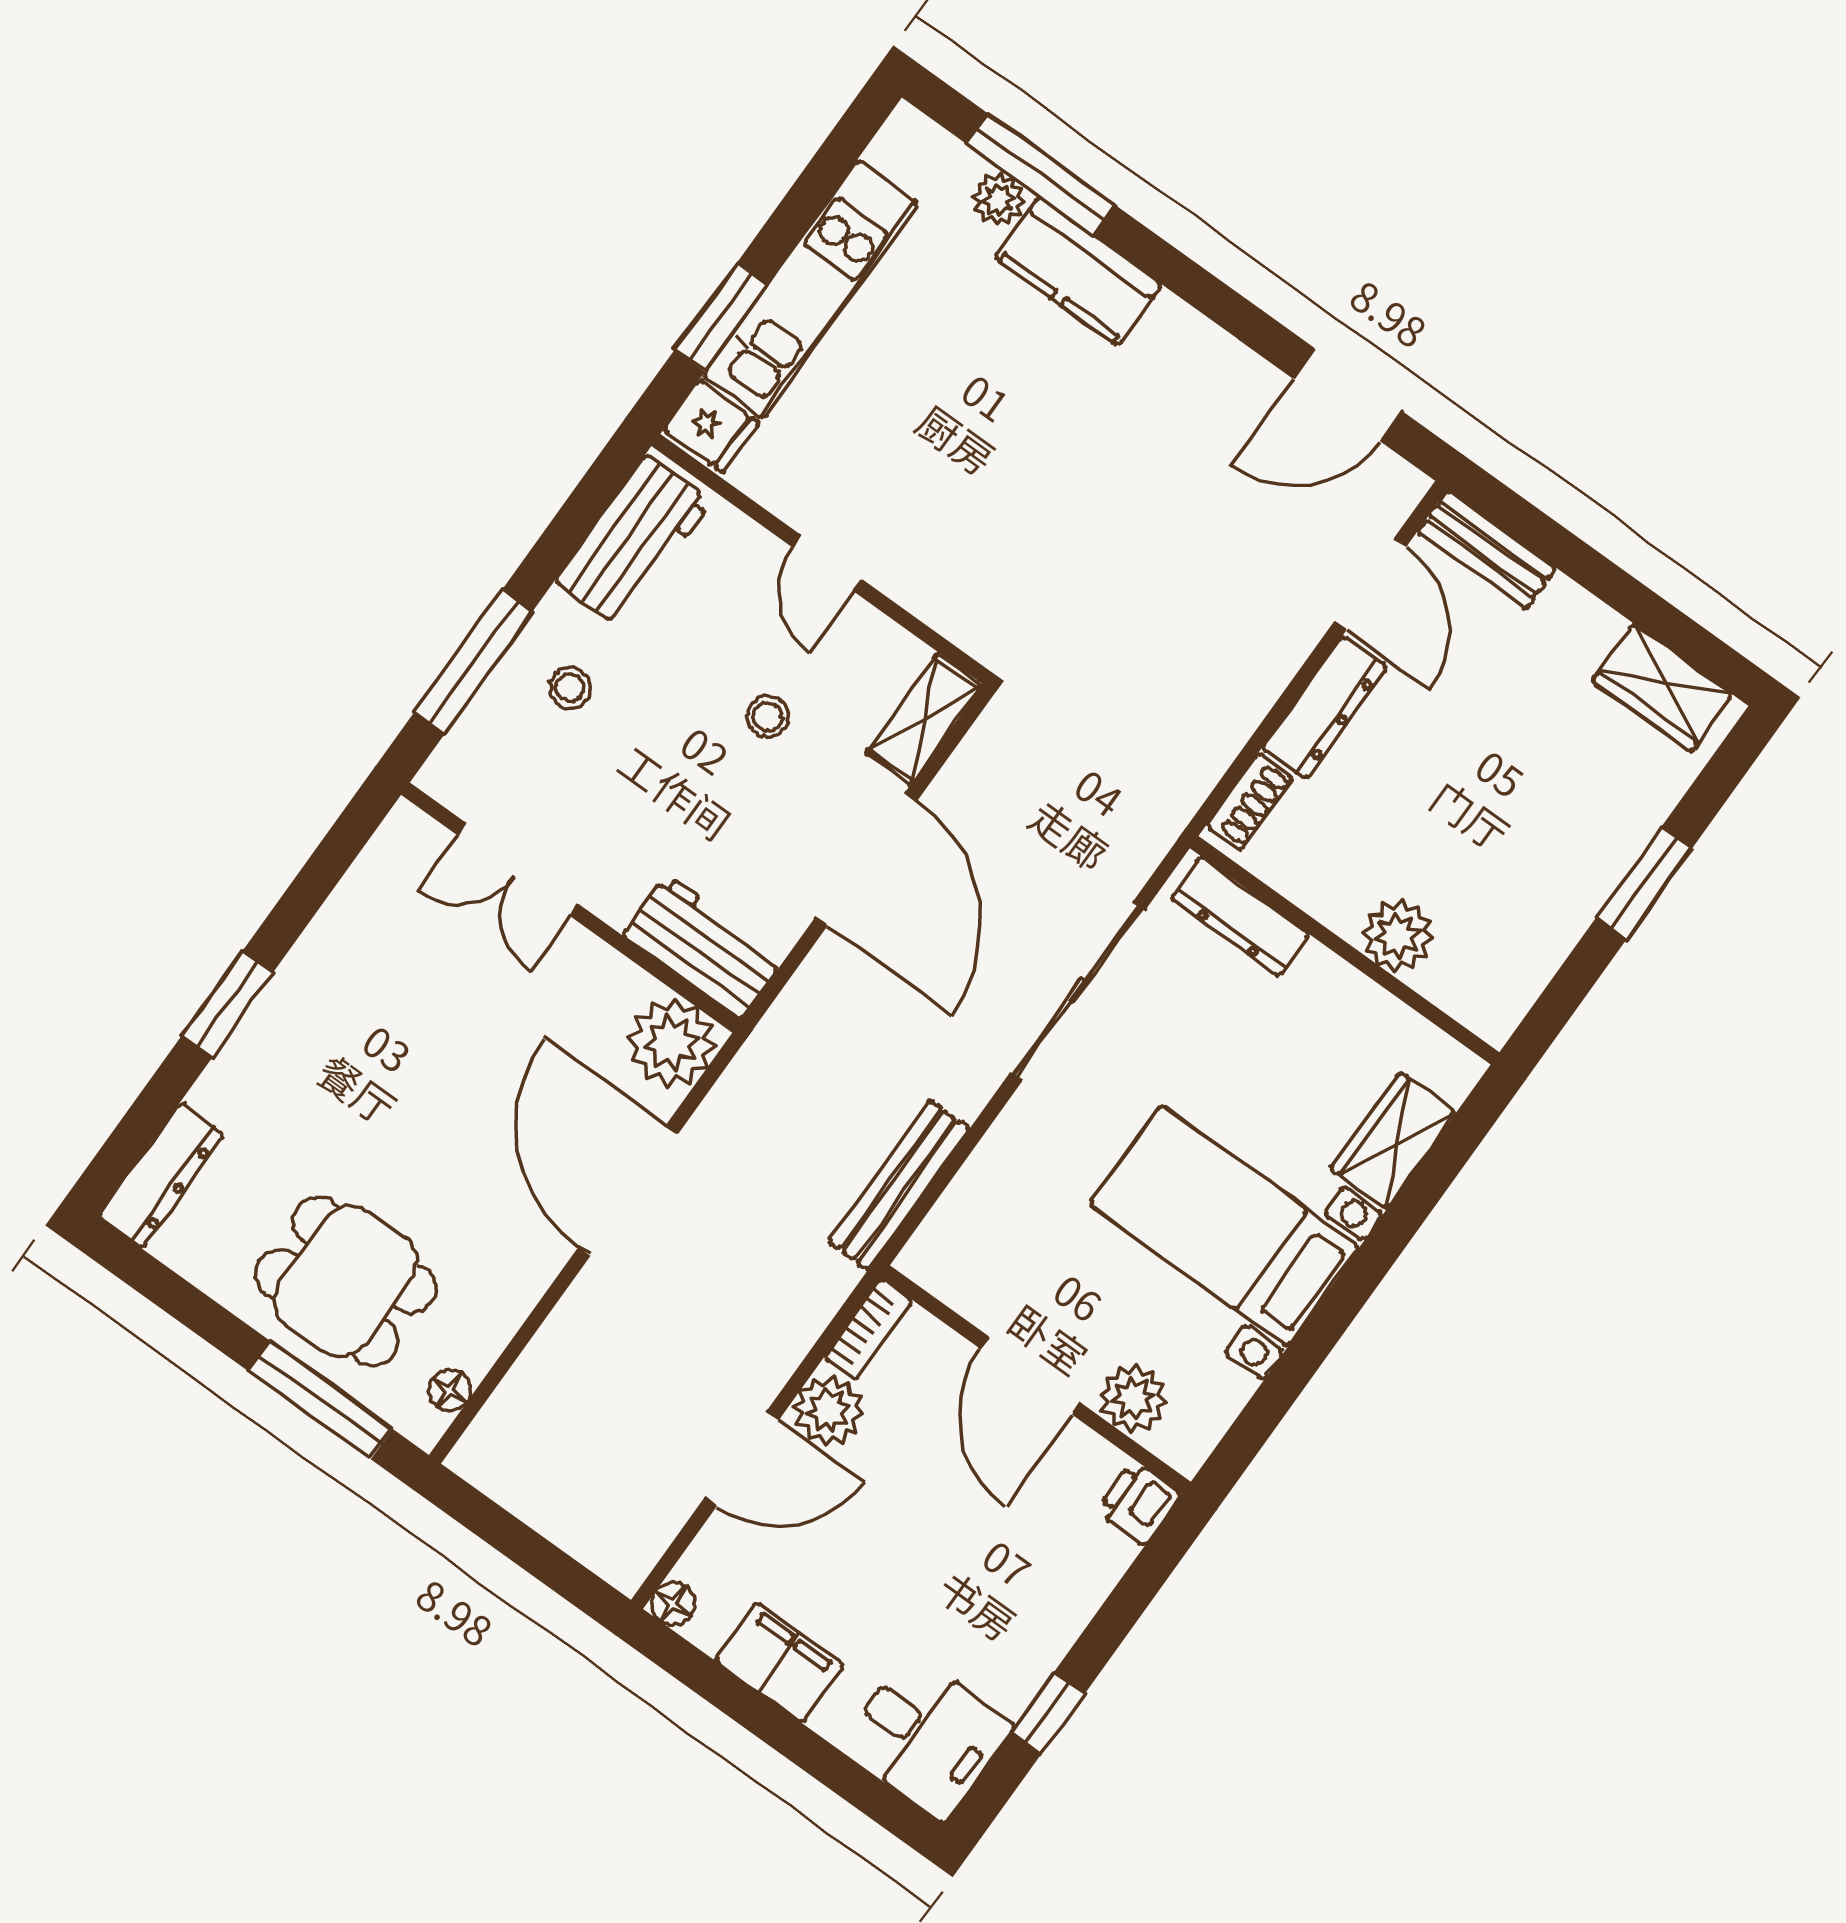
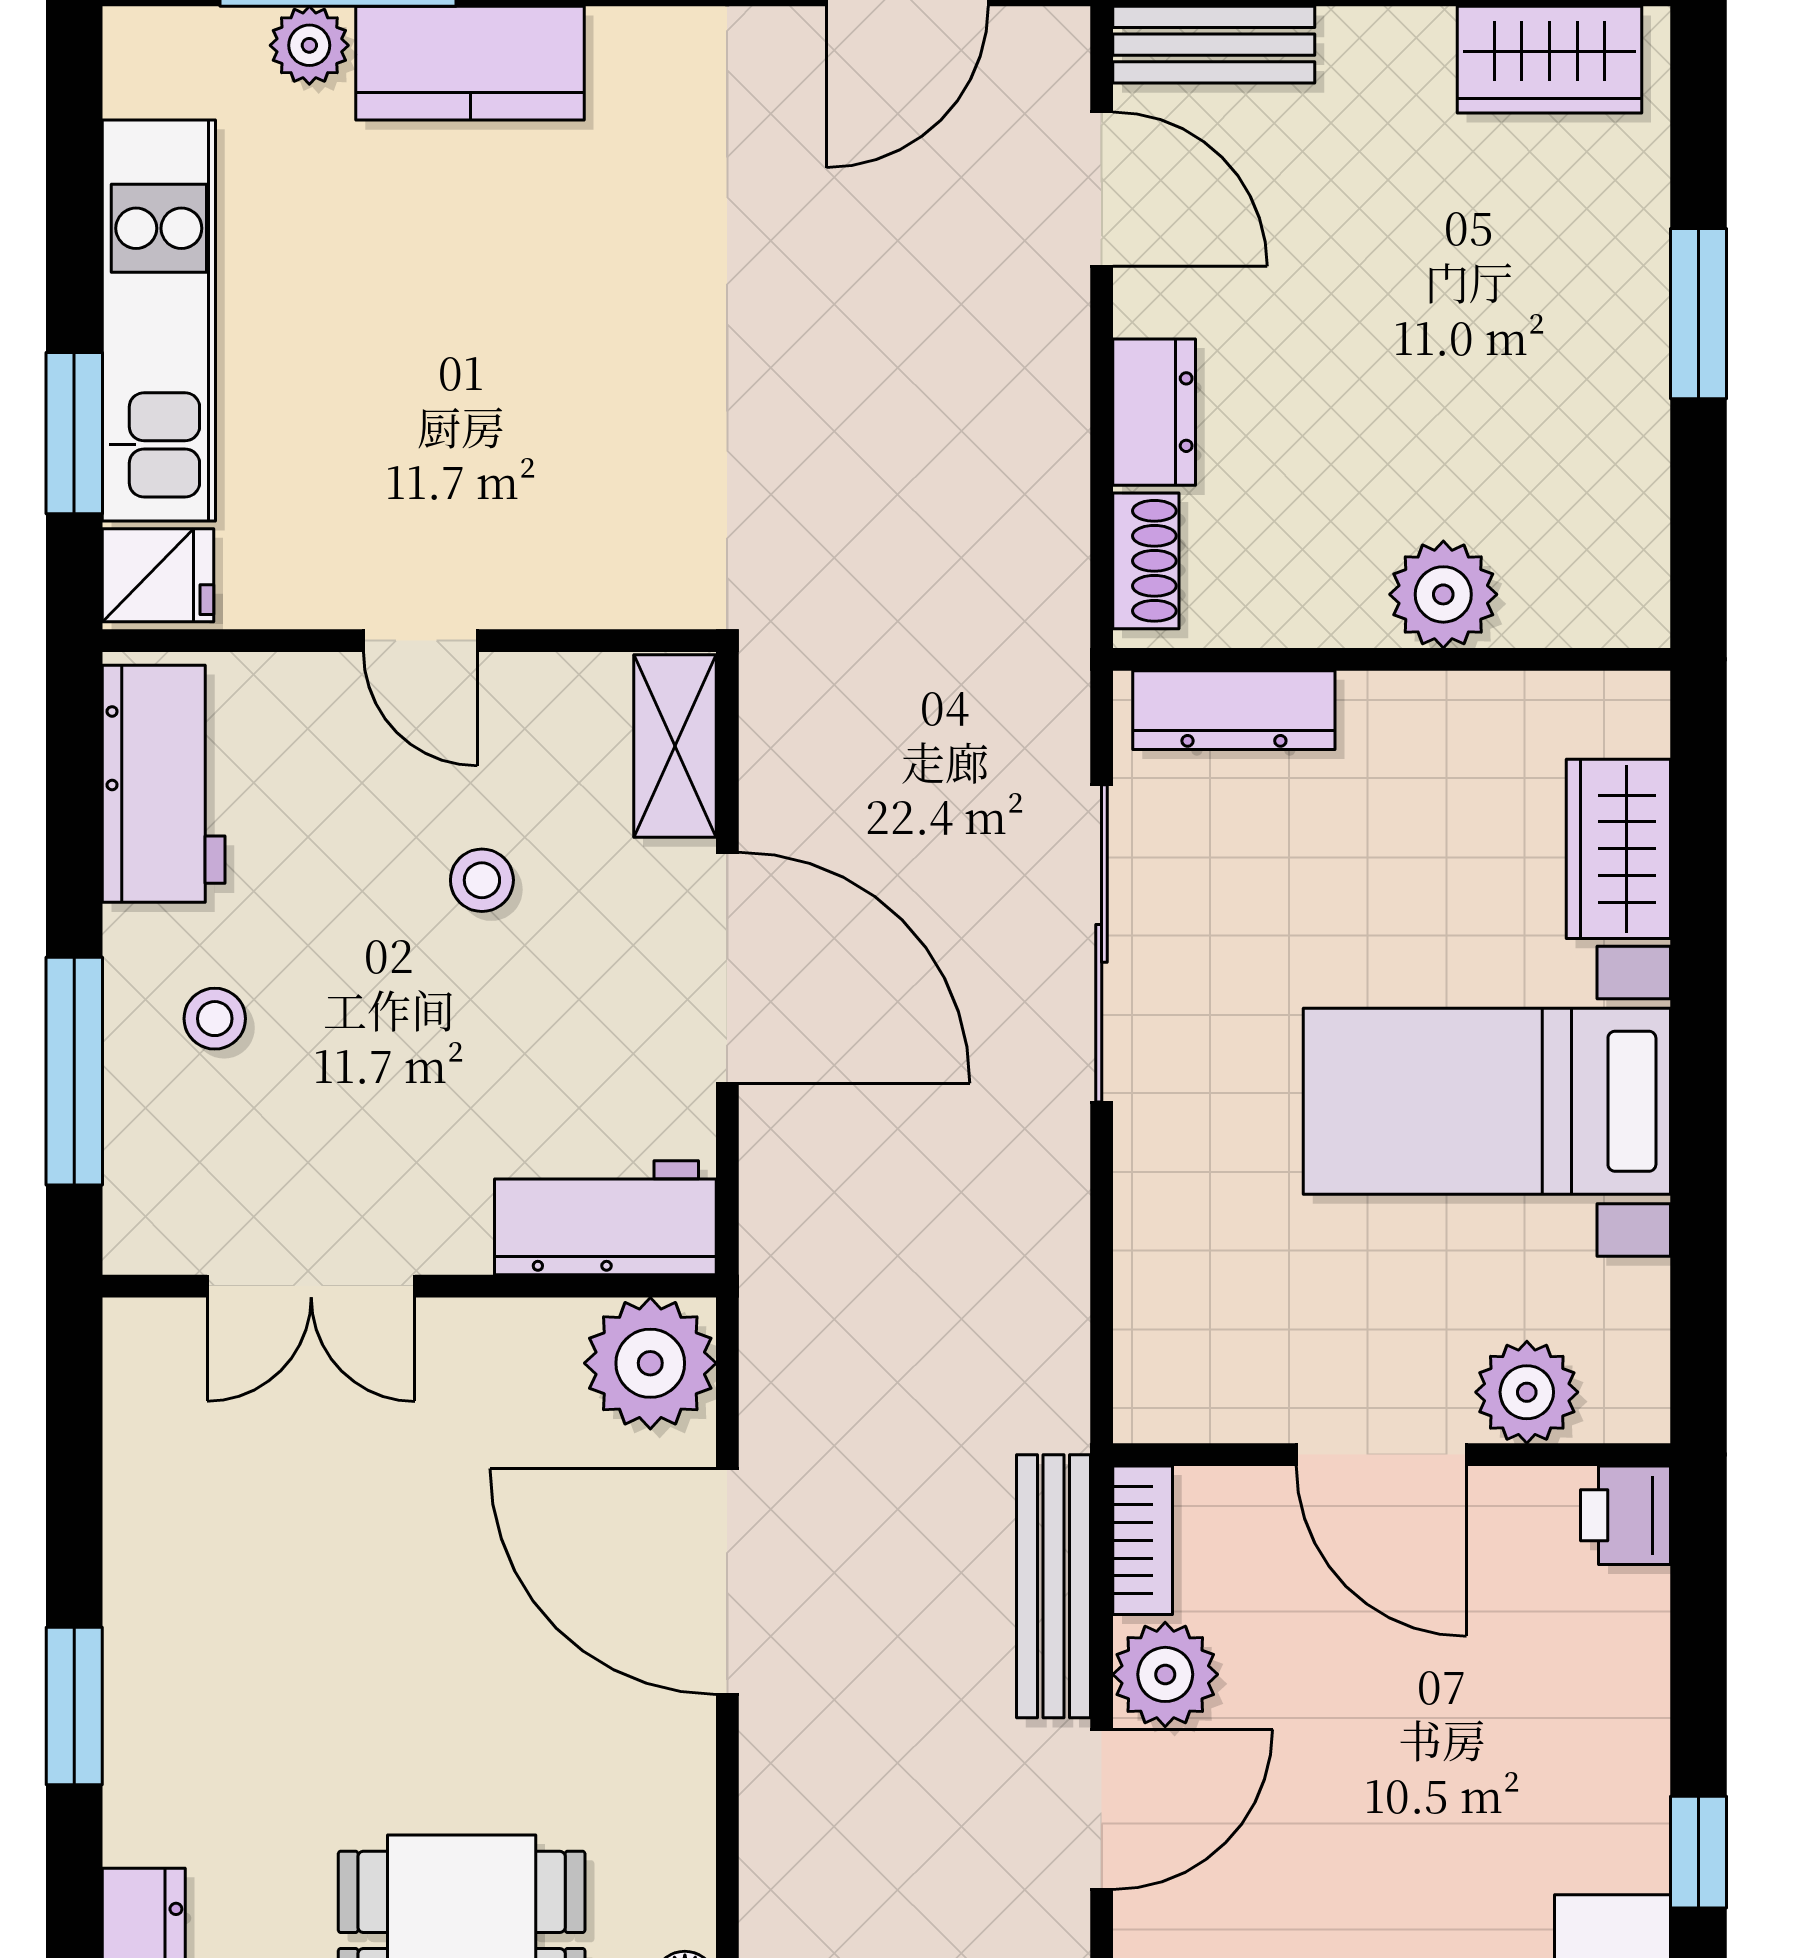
dresser: (1325, 707) -> (1154, 412), width x0.70
bench: (899, 1185) -> (1053, 1586), moved

